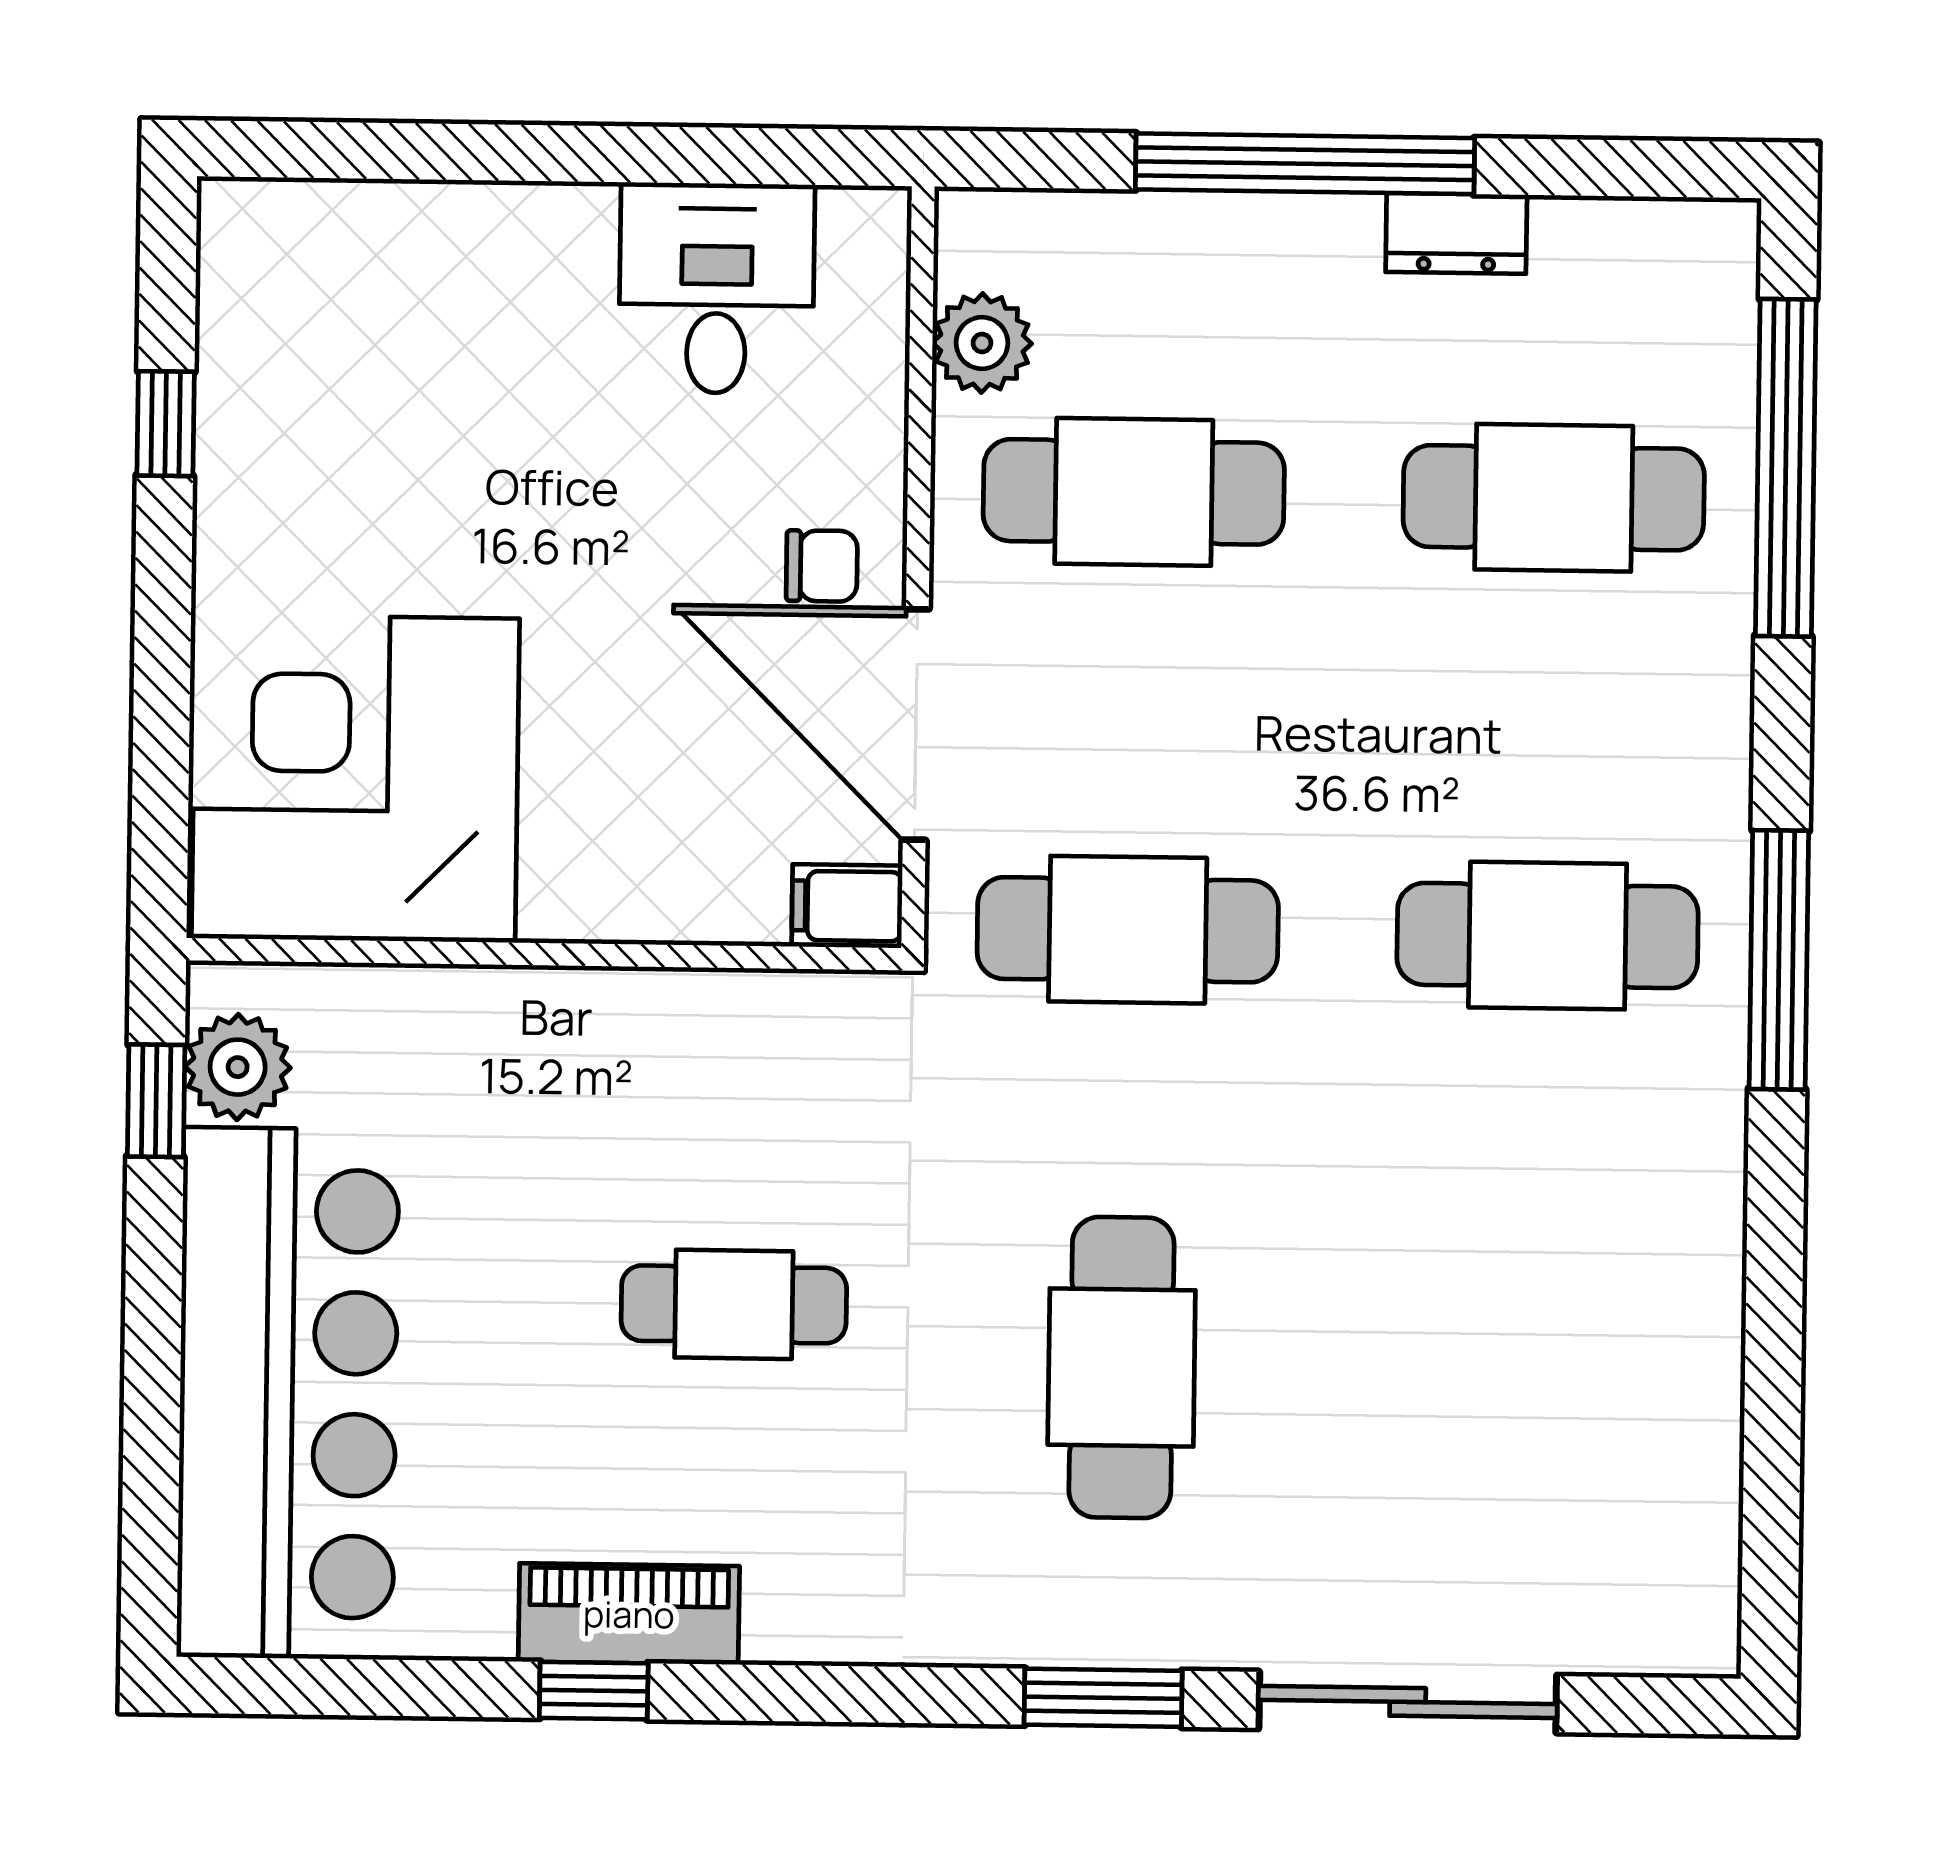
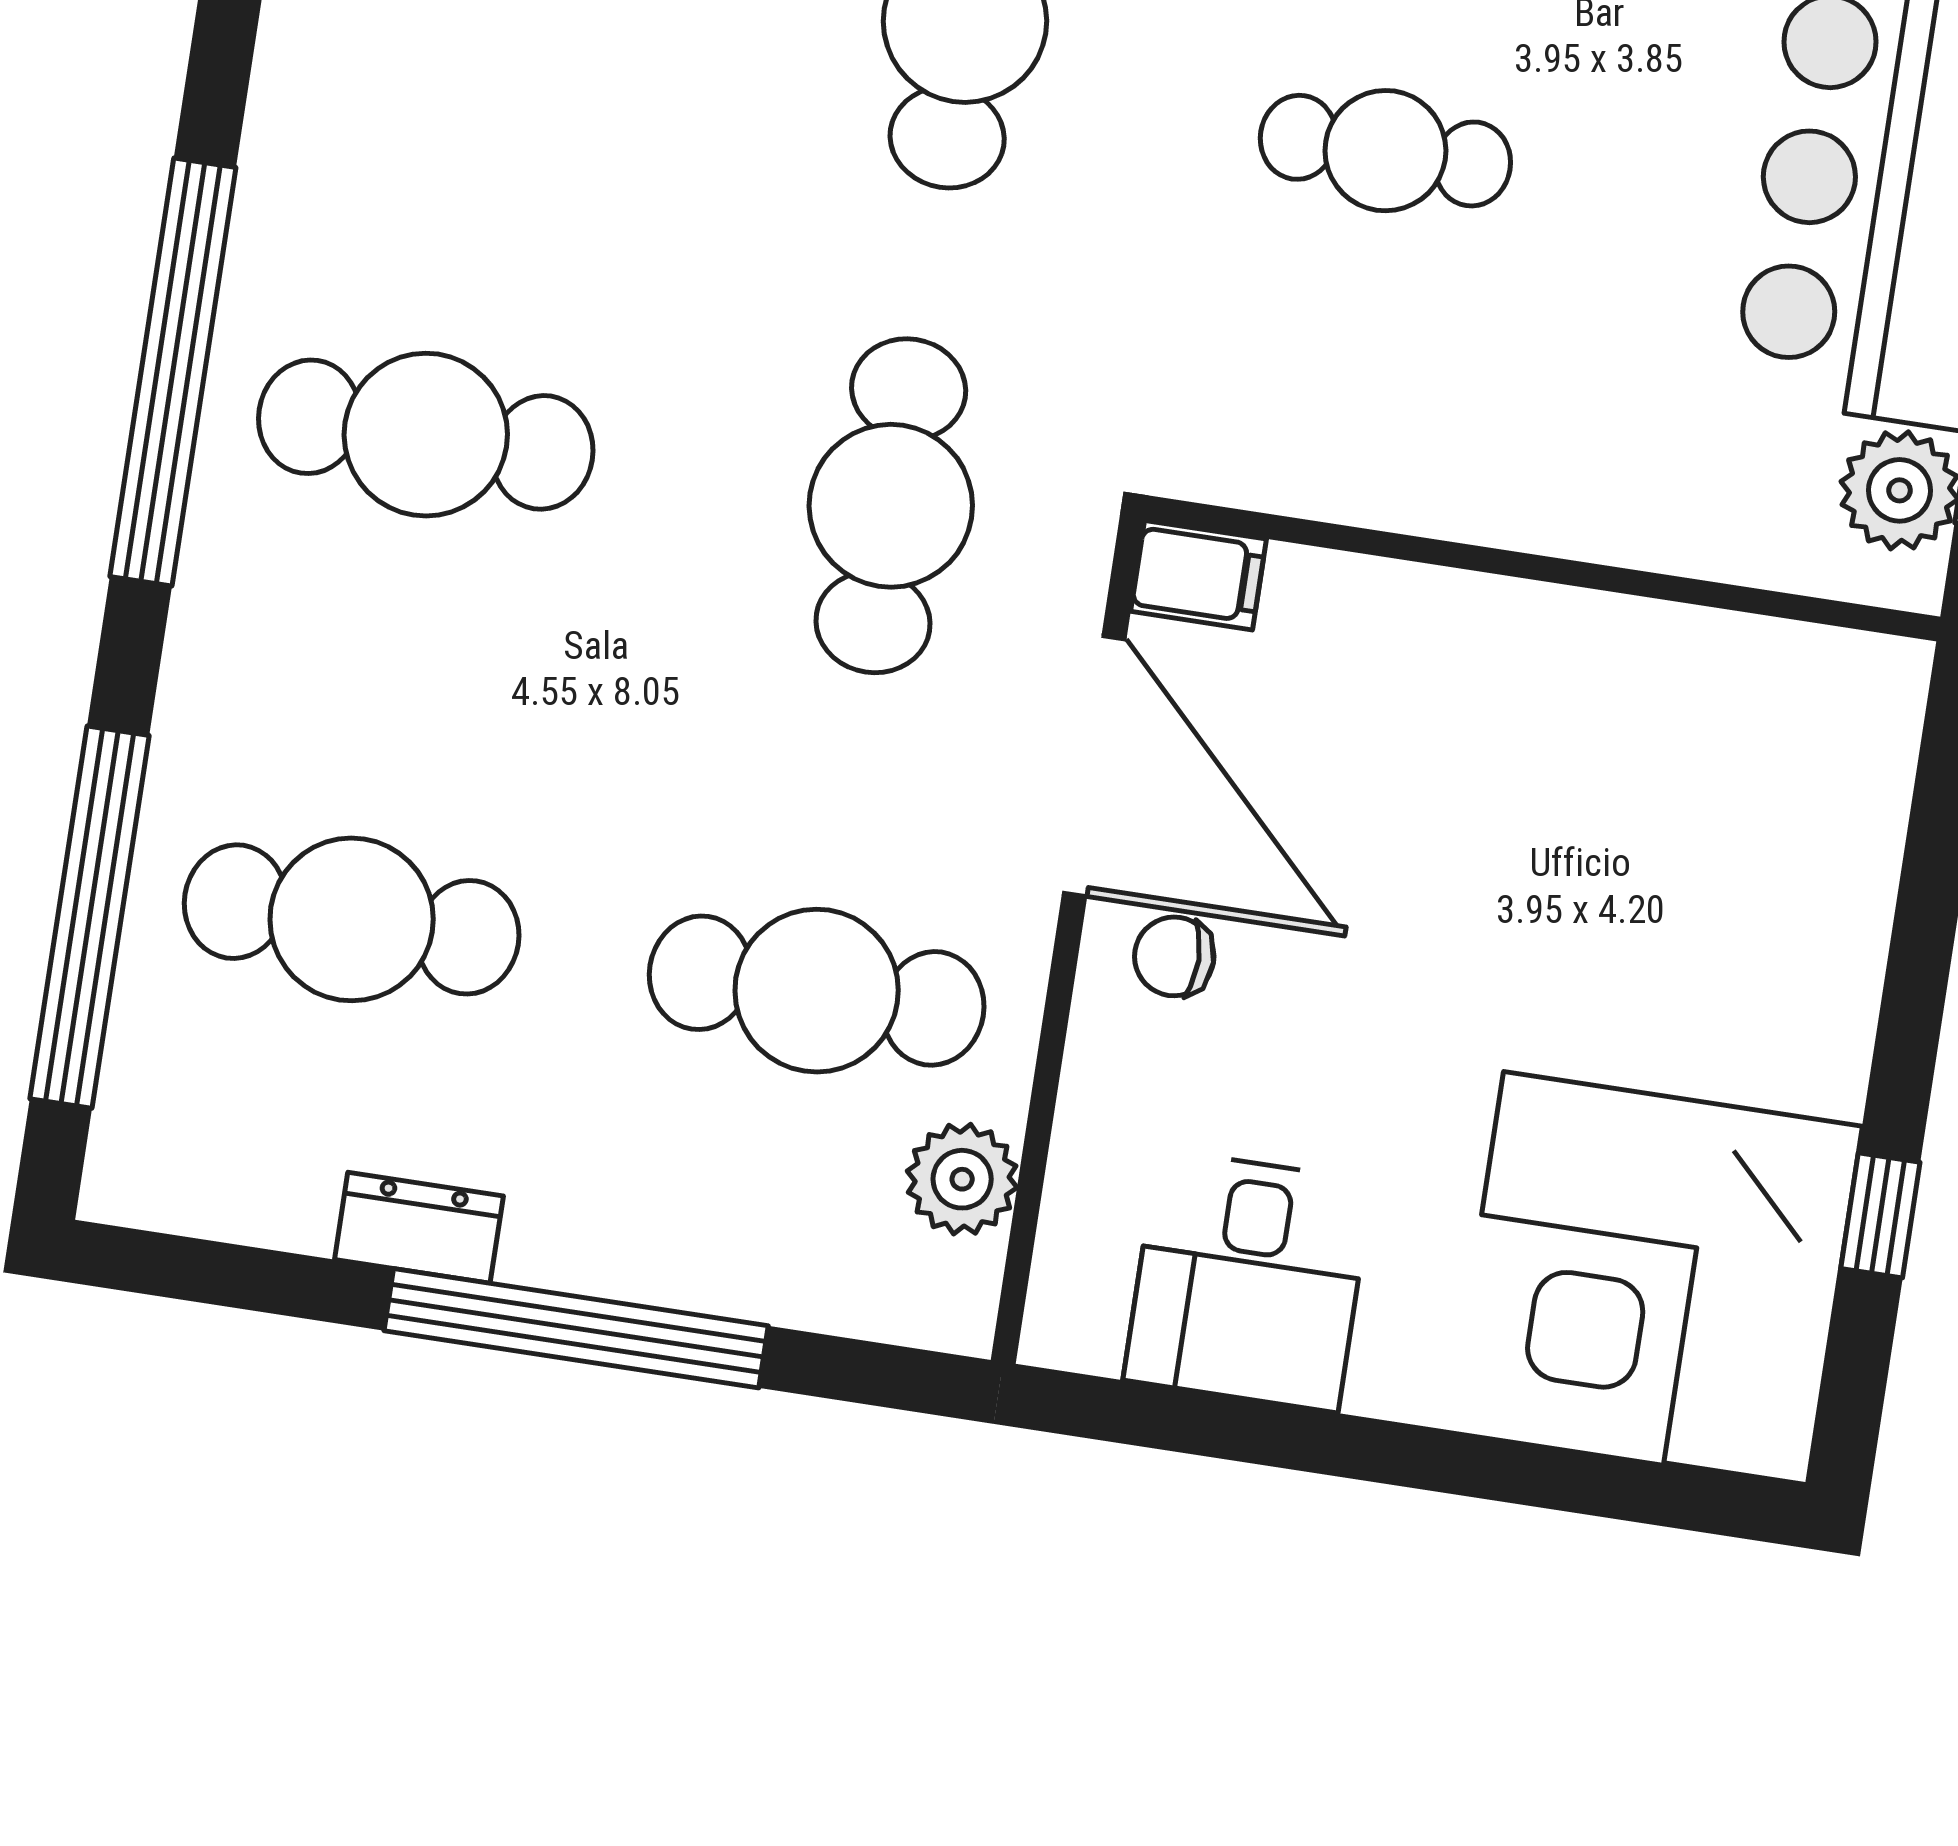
corner desk: (355, 778) -> (1655, 1278), moved, turned 90
cafe table: (1128, 930) -> (891, 506), turned 90
window: (1779, 960) -> (173, 372), width x1.46

